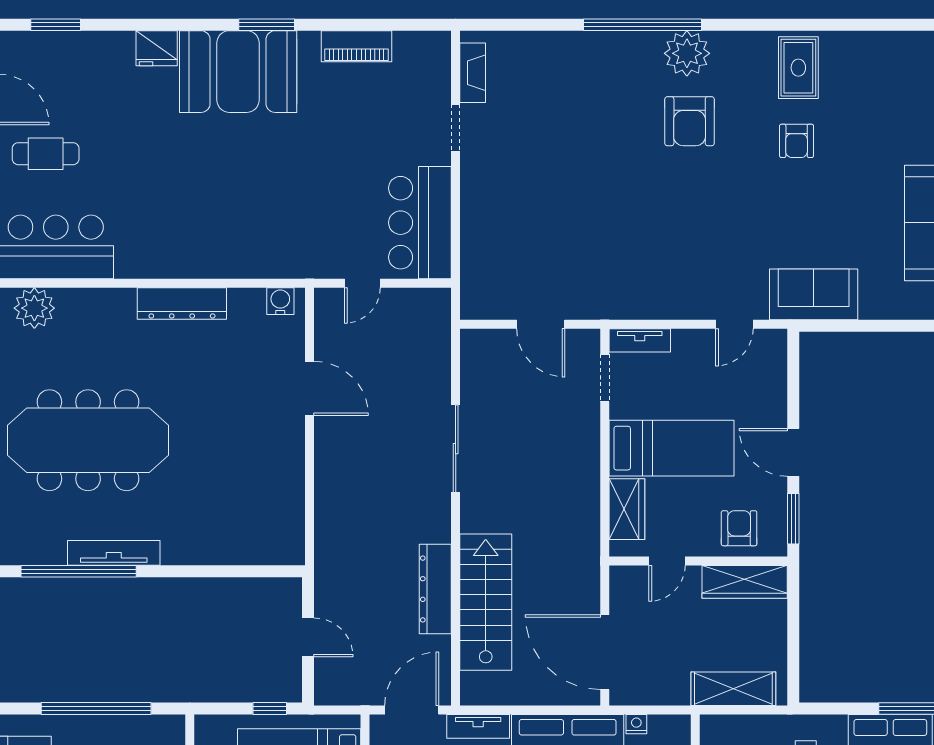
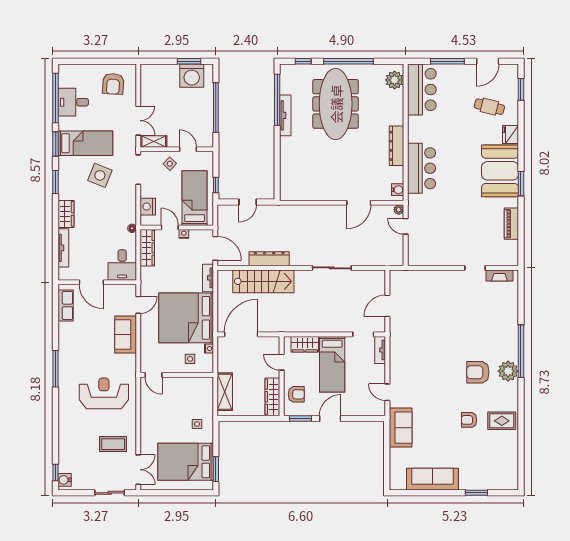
cafe table: (46, 154) -> (489, 107), moved, turned -76
bar counter: (420, 223) -> (421, 168), moved, turned 90
plant: (325, 299) -> (399, 210), added

